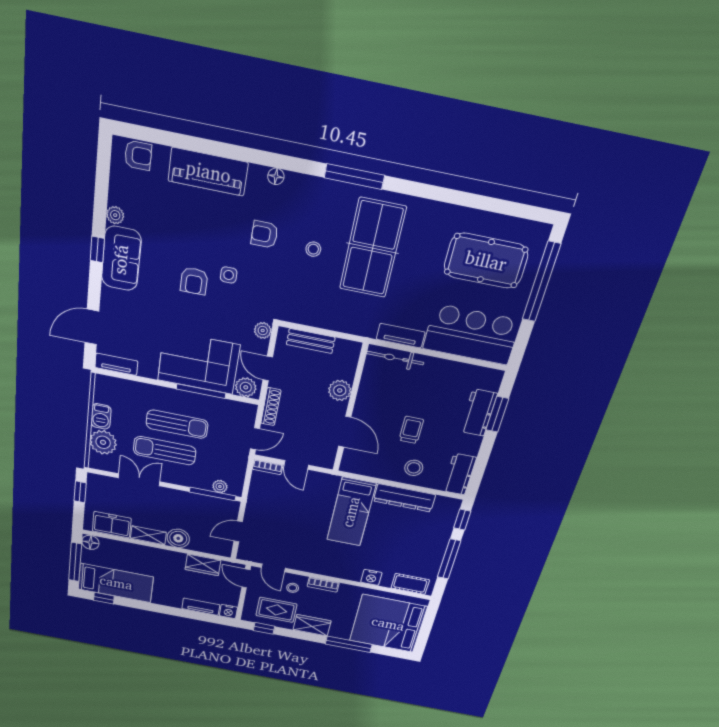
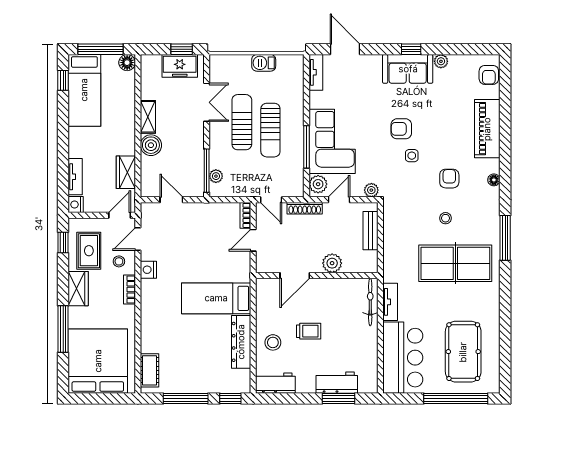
plant: (103, 442) -> (238, 67), removed
freezer: (112, 525) -> (180, 66), moved, turned 90
nightstand: (371, 577) -> (148, 270), moved

